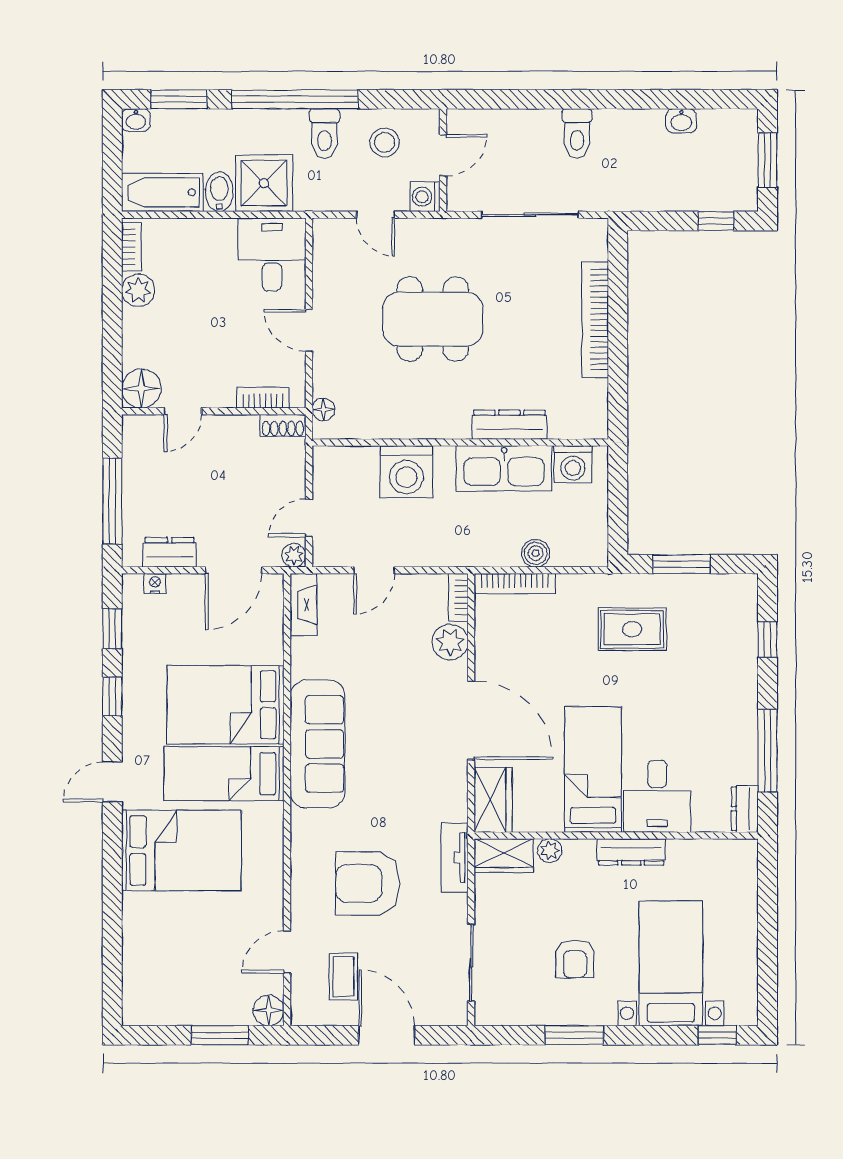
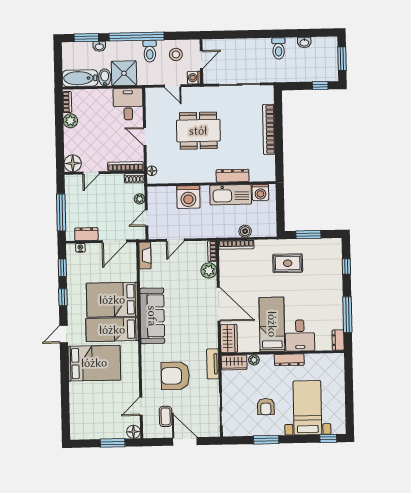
washbasin: (136, 120) -> (99, 46), moved
toilet: (577, 133) -> (279, 48), moved
bookcase: (263, 398) -> (125, 166), width x1.56
plant: (294, 555) -> (140, 199), moved

